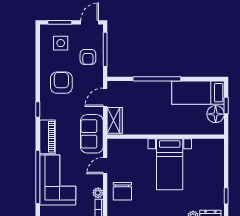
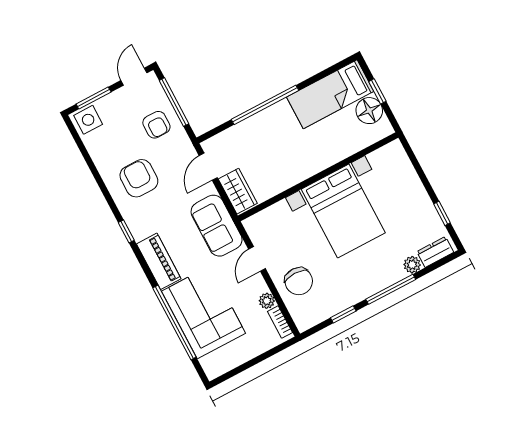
side table: (61, 43) -> (88, 120), moved
bed with nightstands: (170, 164) -> (343, 211), width x1.36

